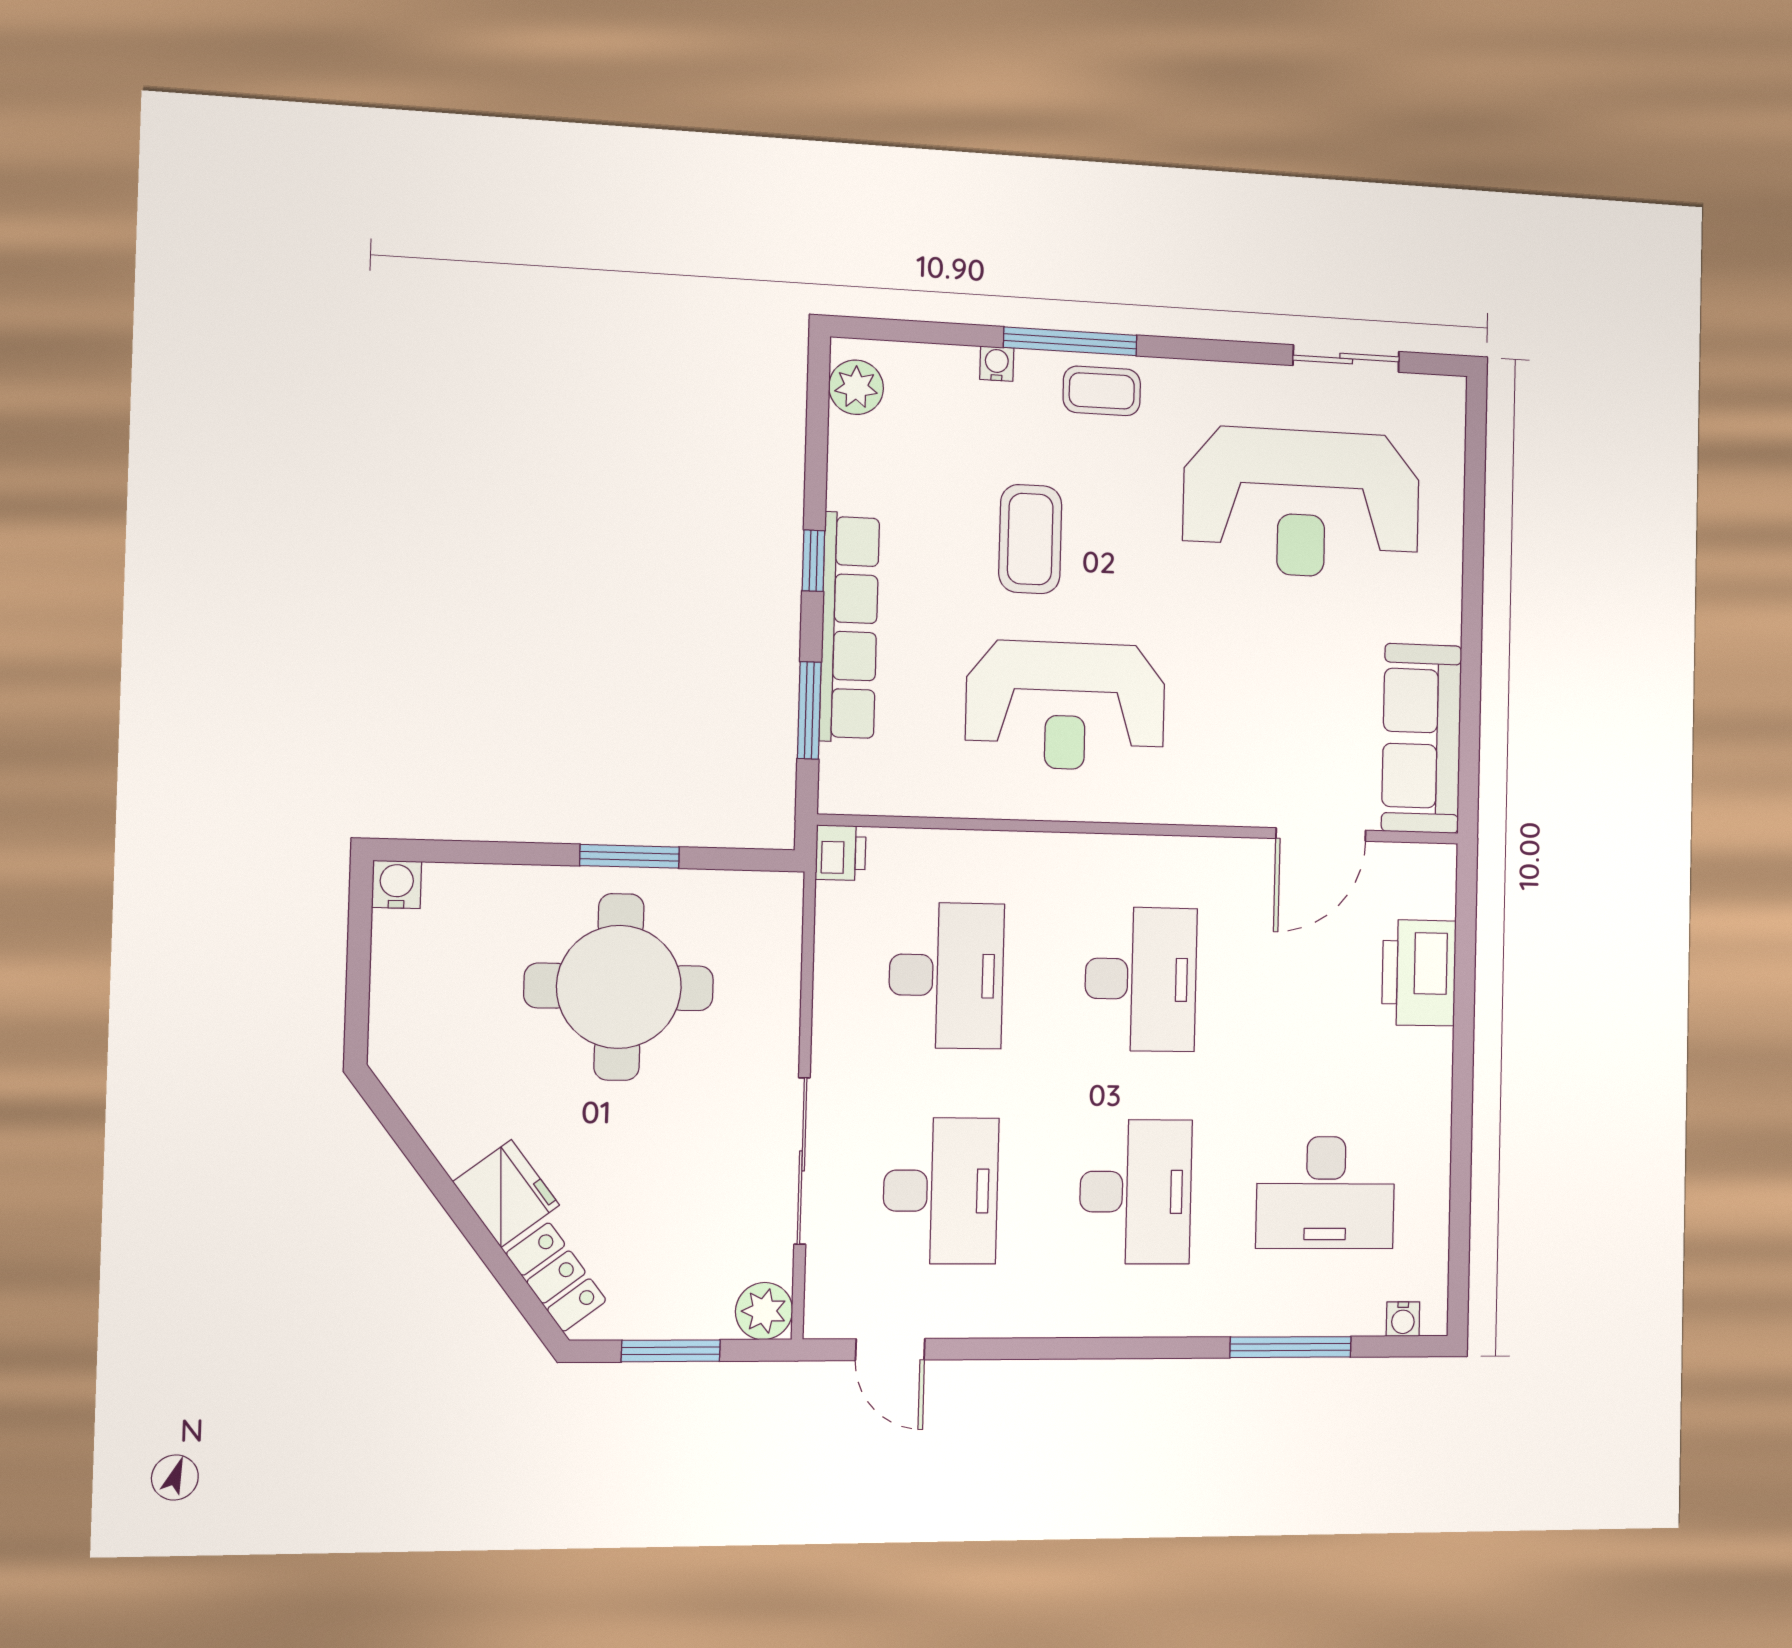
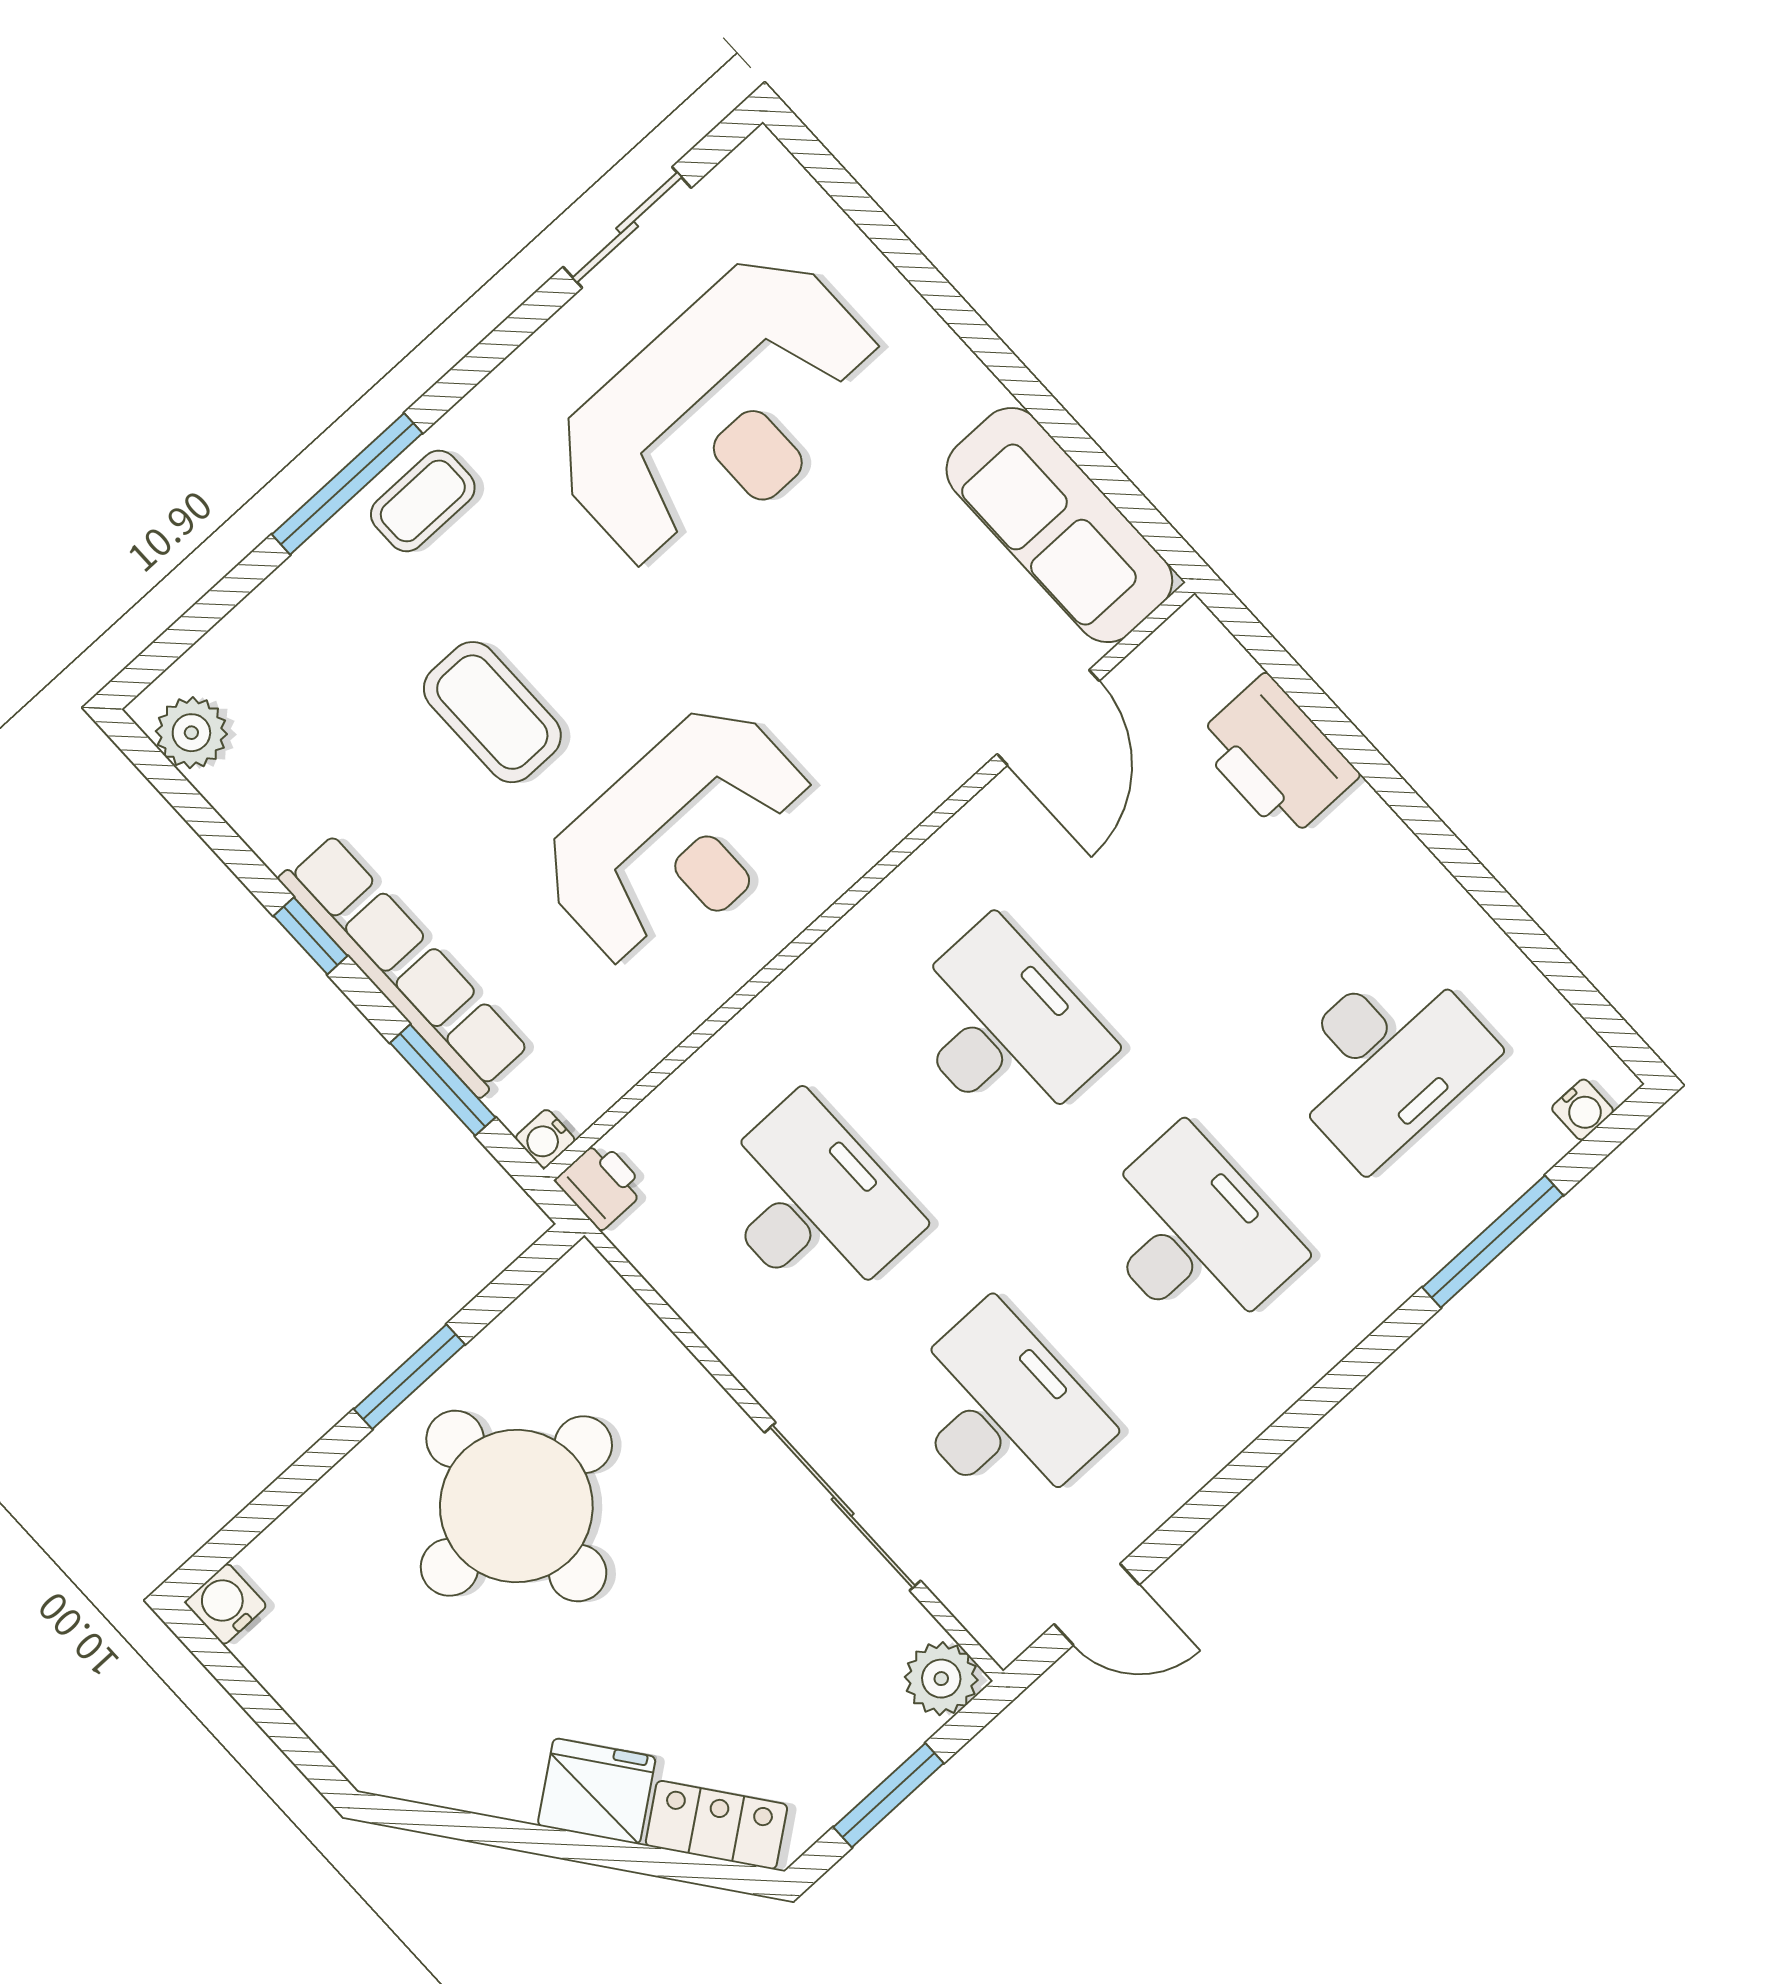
water cooler: (997, 364) -> (545, 1139), moved, turned -90

